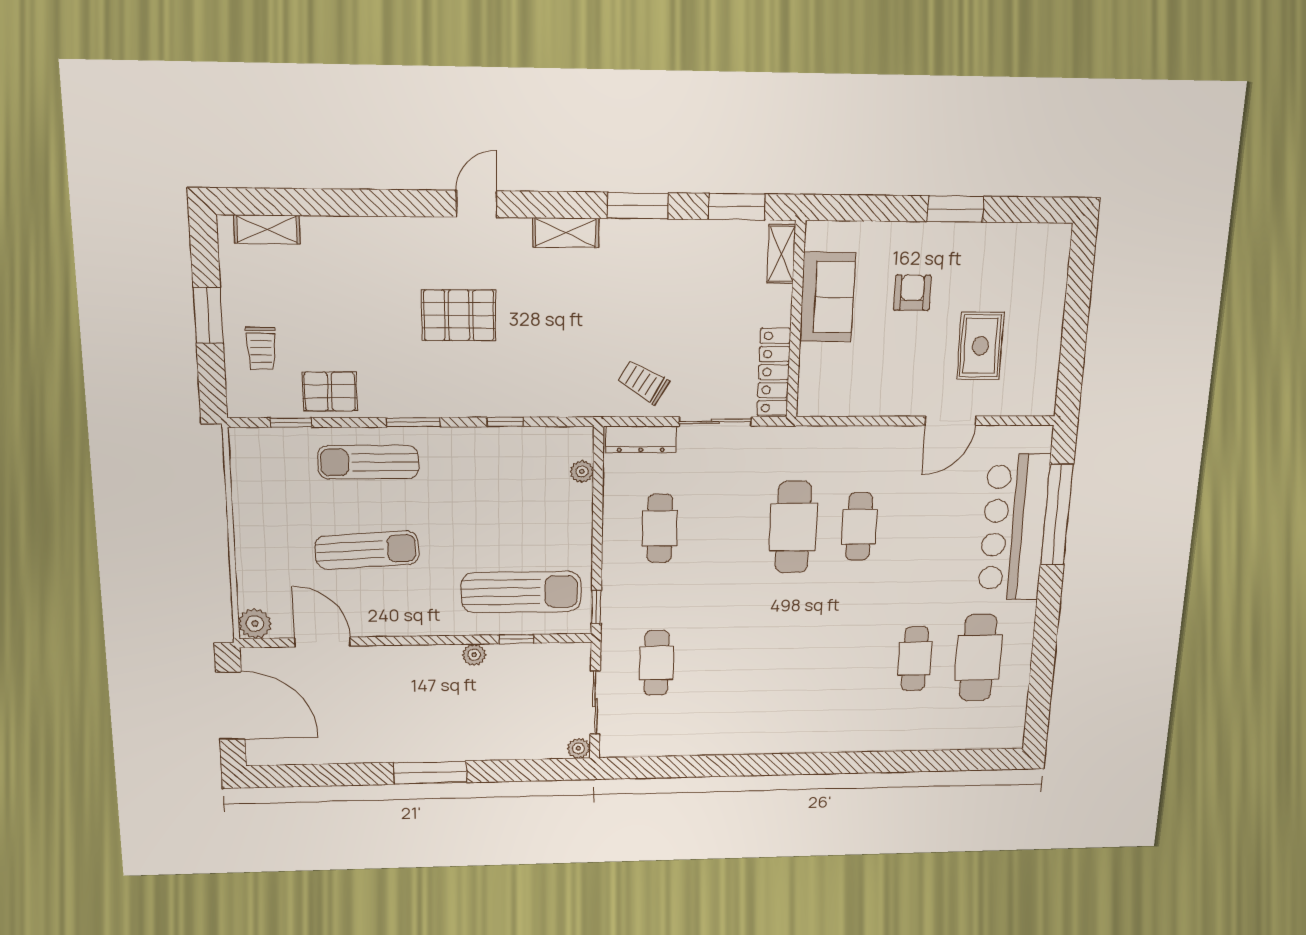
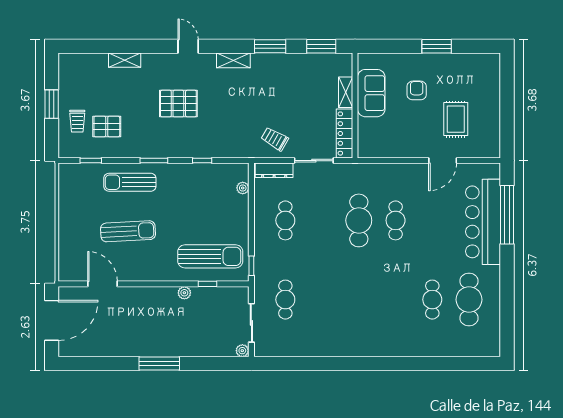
door: (477, 204) -> (188, 46), hinge flipped
shelving: (267, 229) -> (125, 60), moved
shelving: (781, 254) -> (346, 92), moved
pallet: (330, 392) -> (107, 127), moved
plant: (255, 624) -> (67, 273), removed
door: (230, 706) -> (52, 320), hinge flipped

